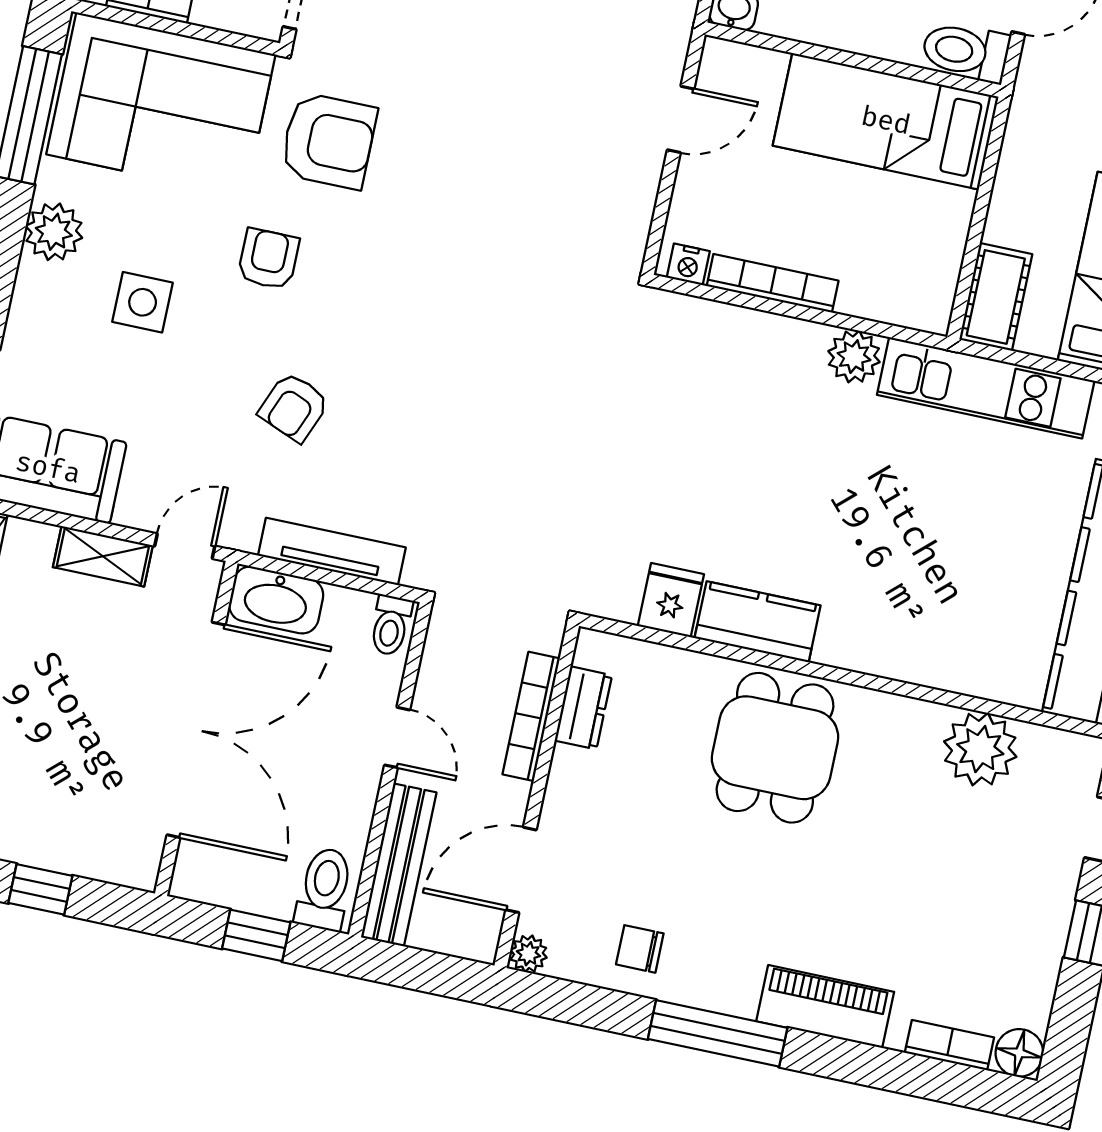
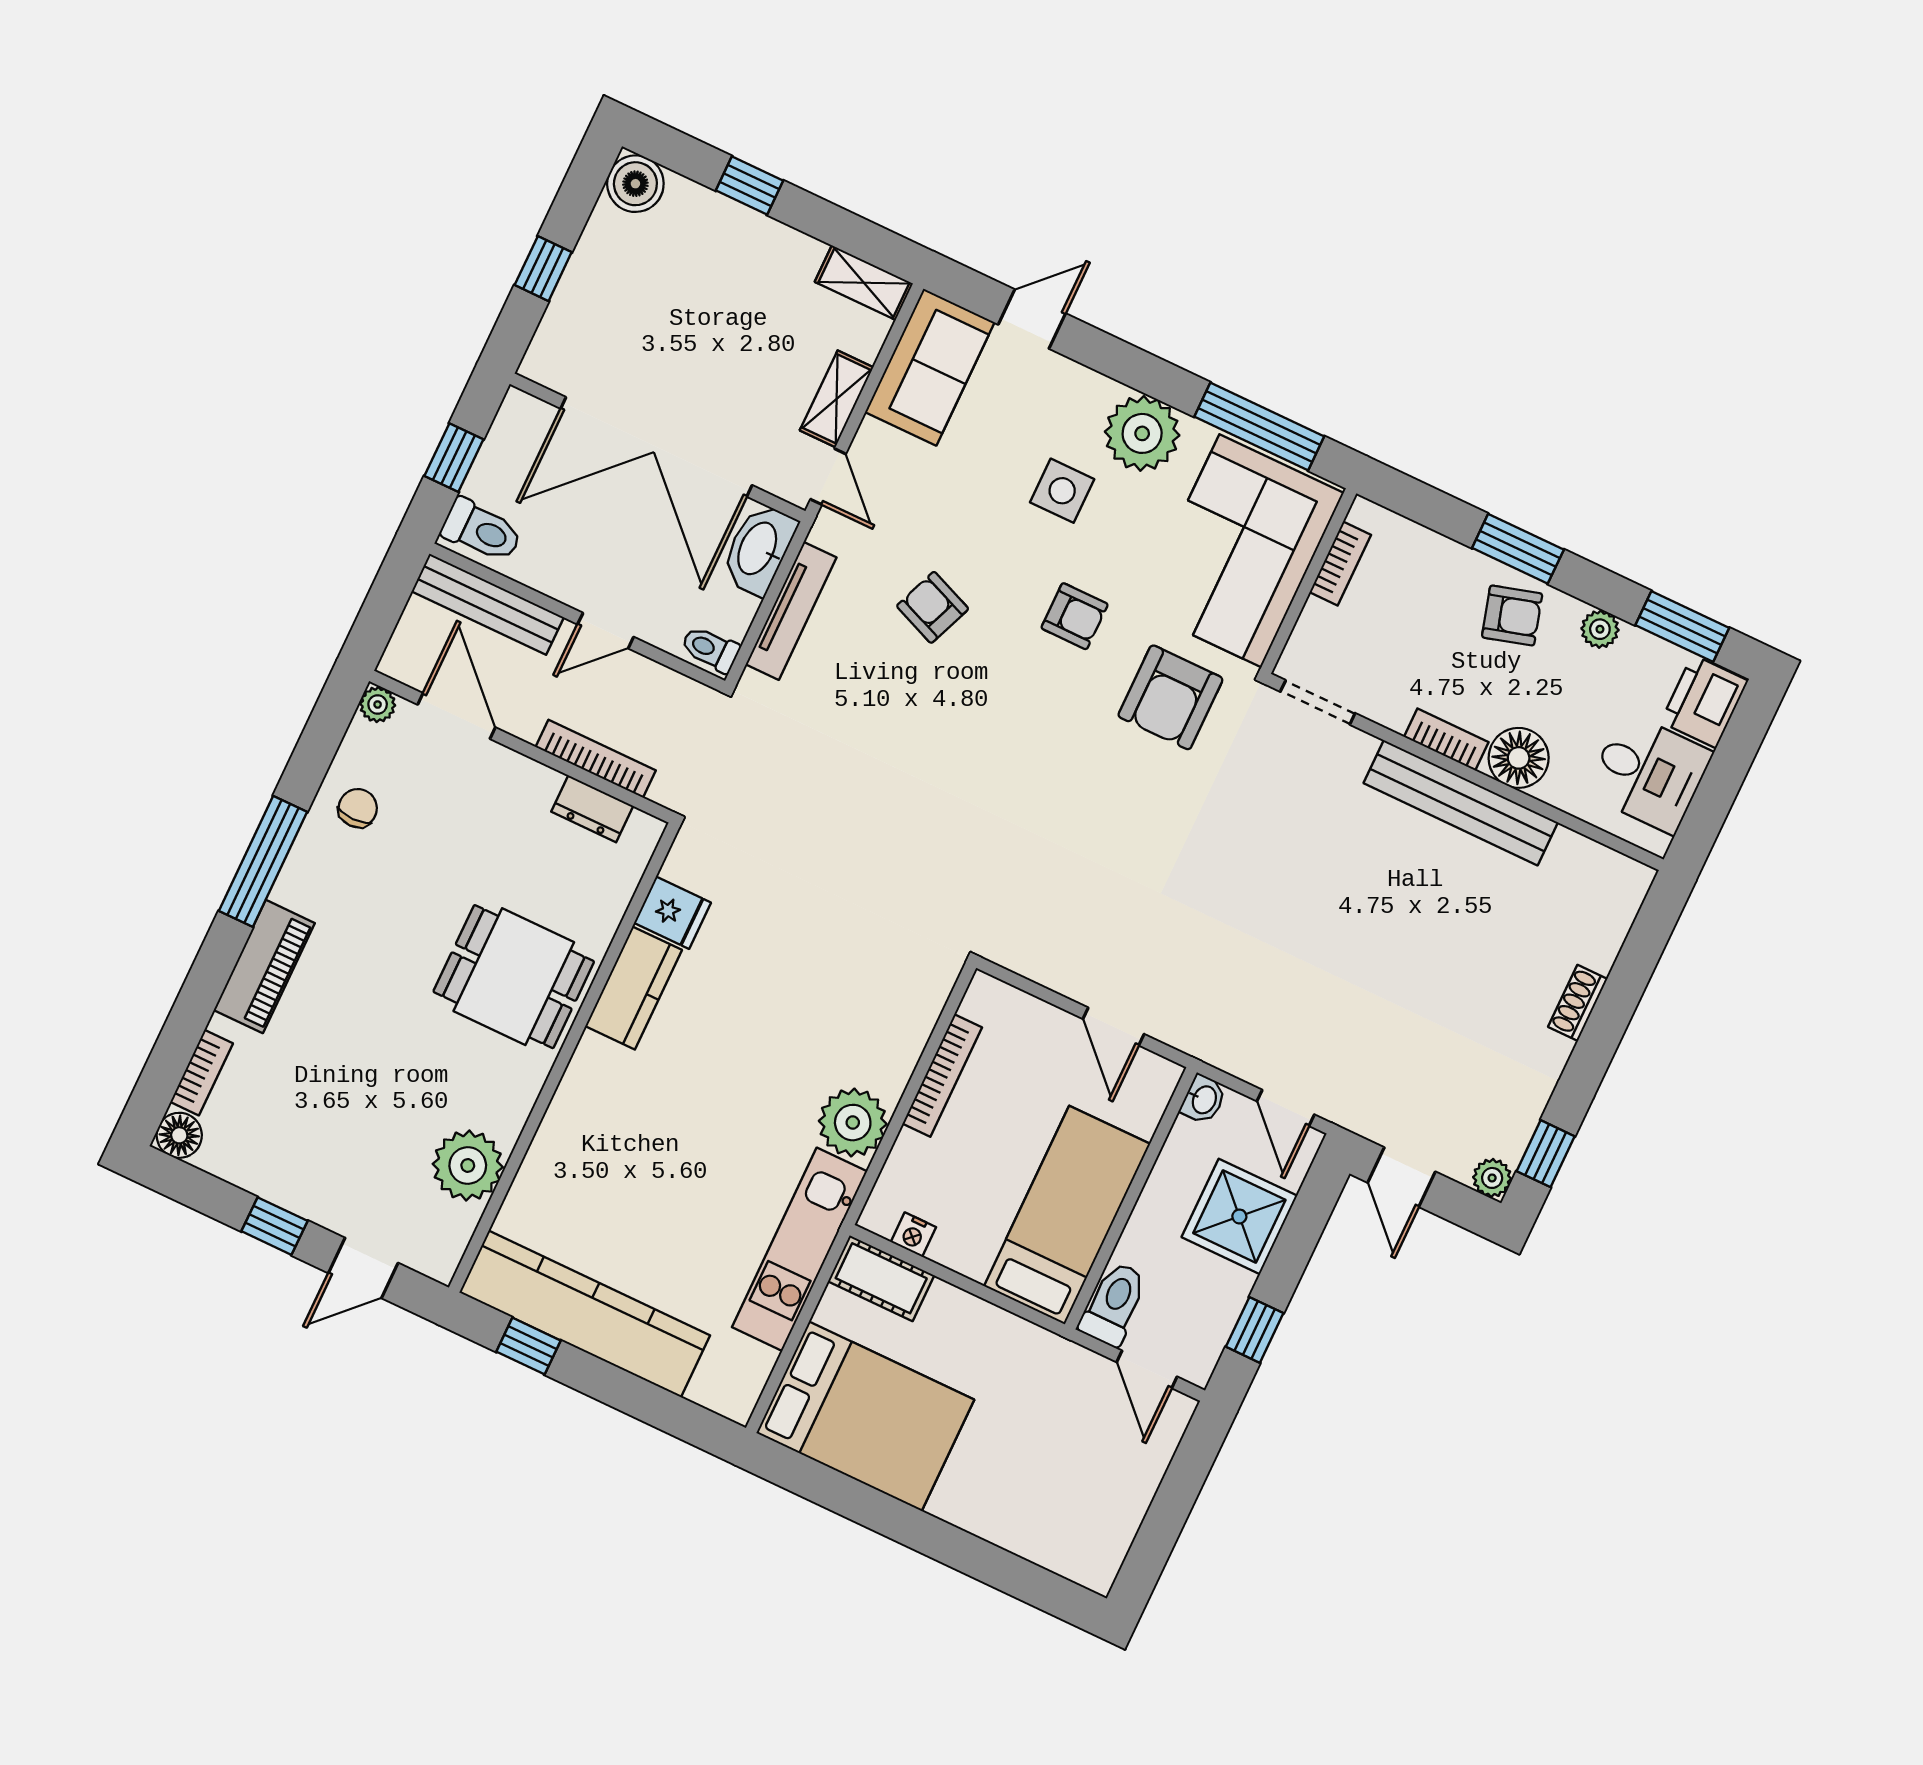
plant: (54, 232) -> (1142, 433), width x1.36, depth x1.36
nightstand: (688, 264) -> (913, 1235), moved, turned -90
plant: (854, 357) -> (853, 1123), width x1.36, depth x1.36

